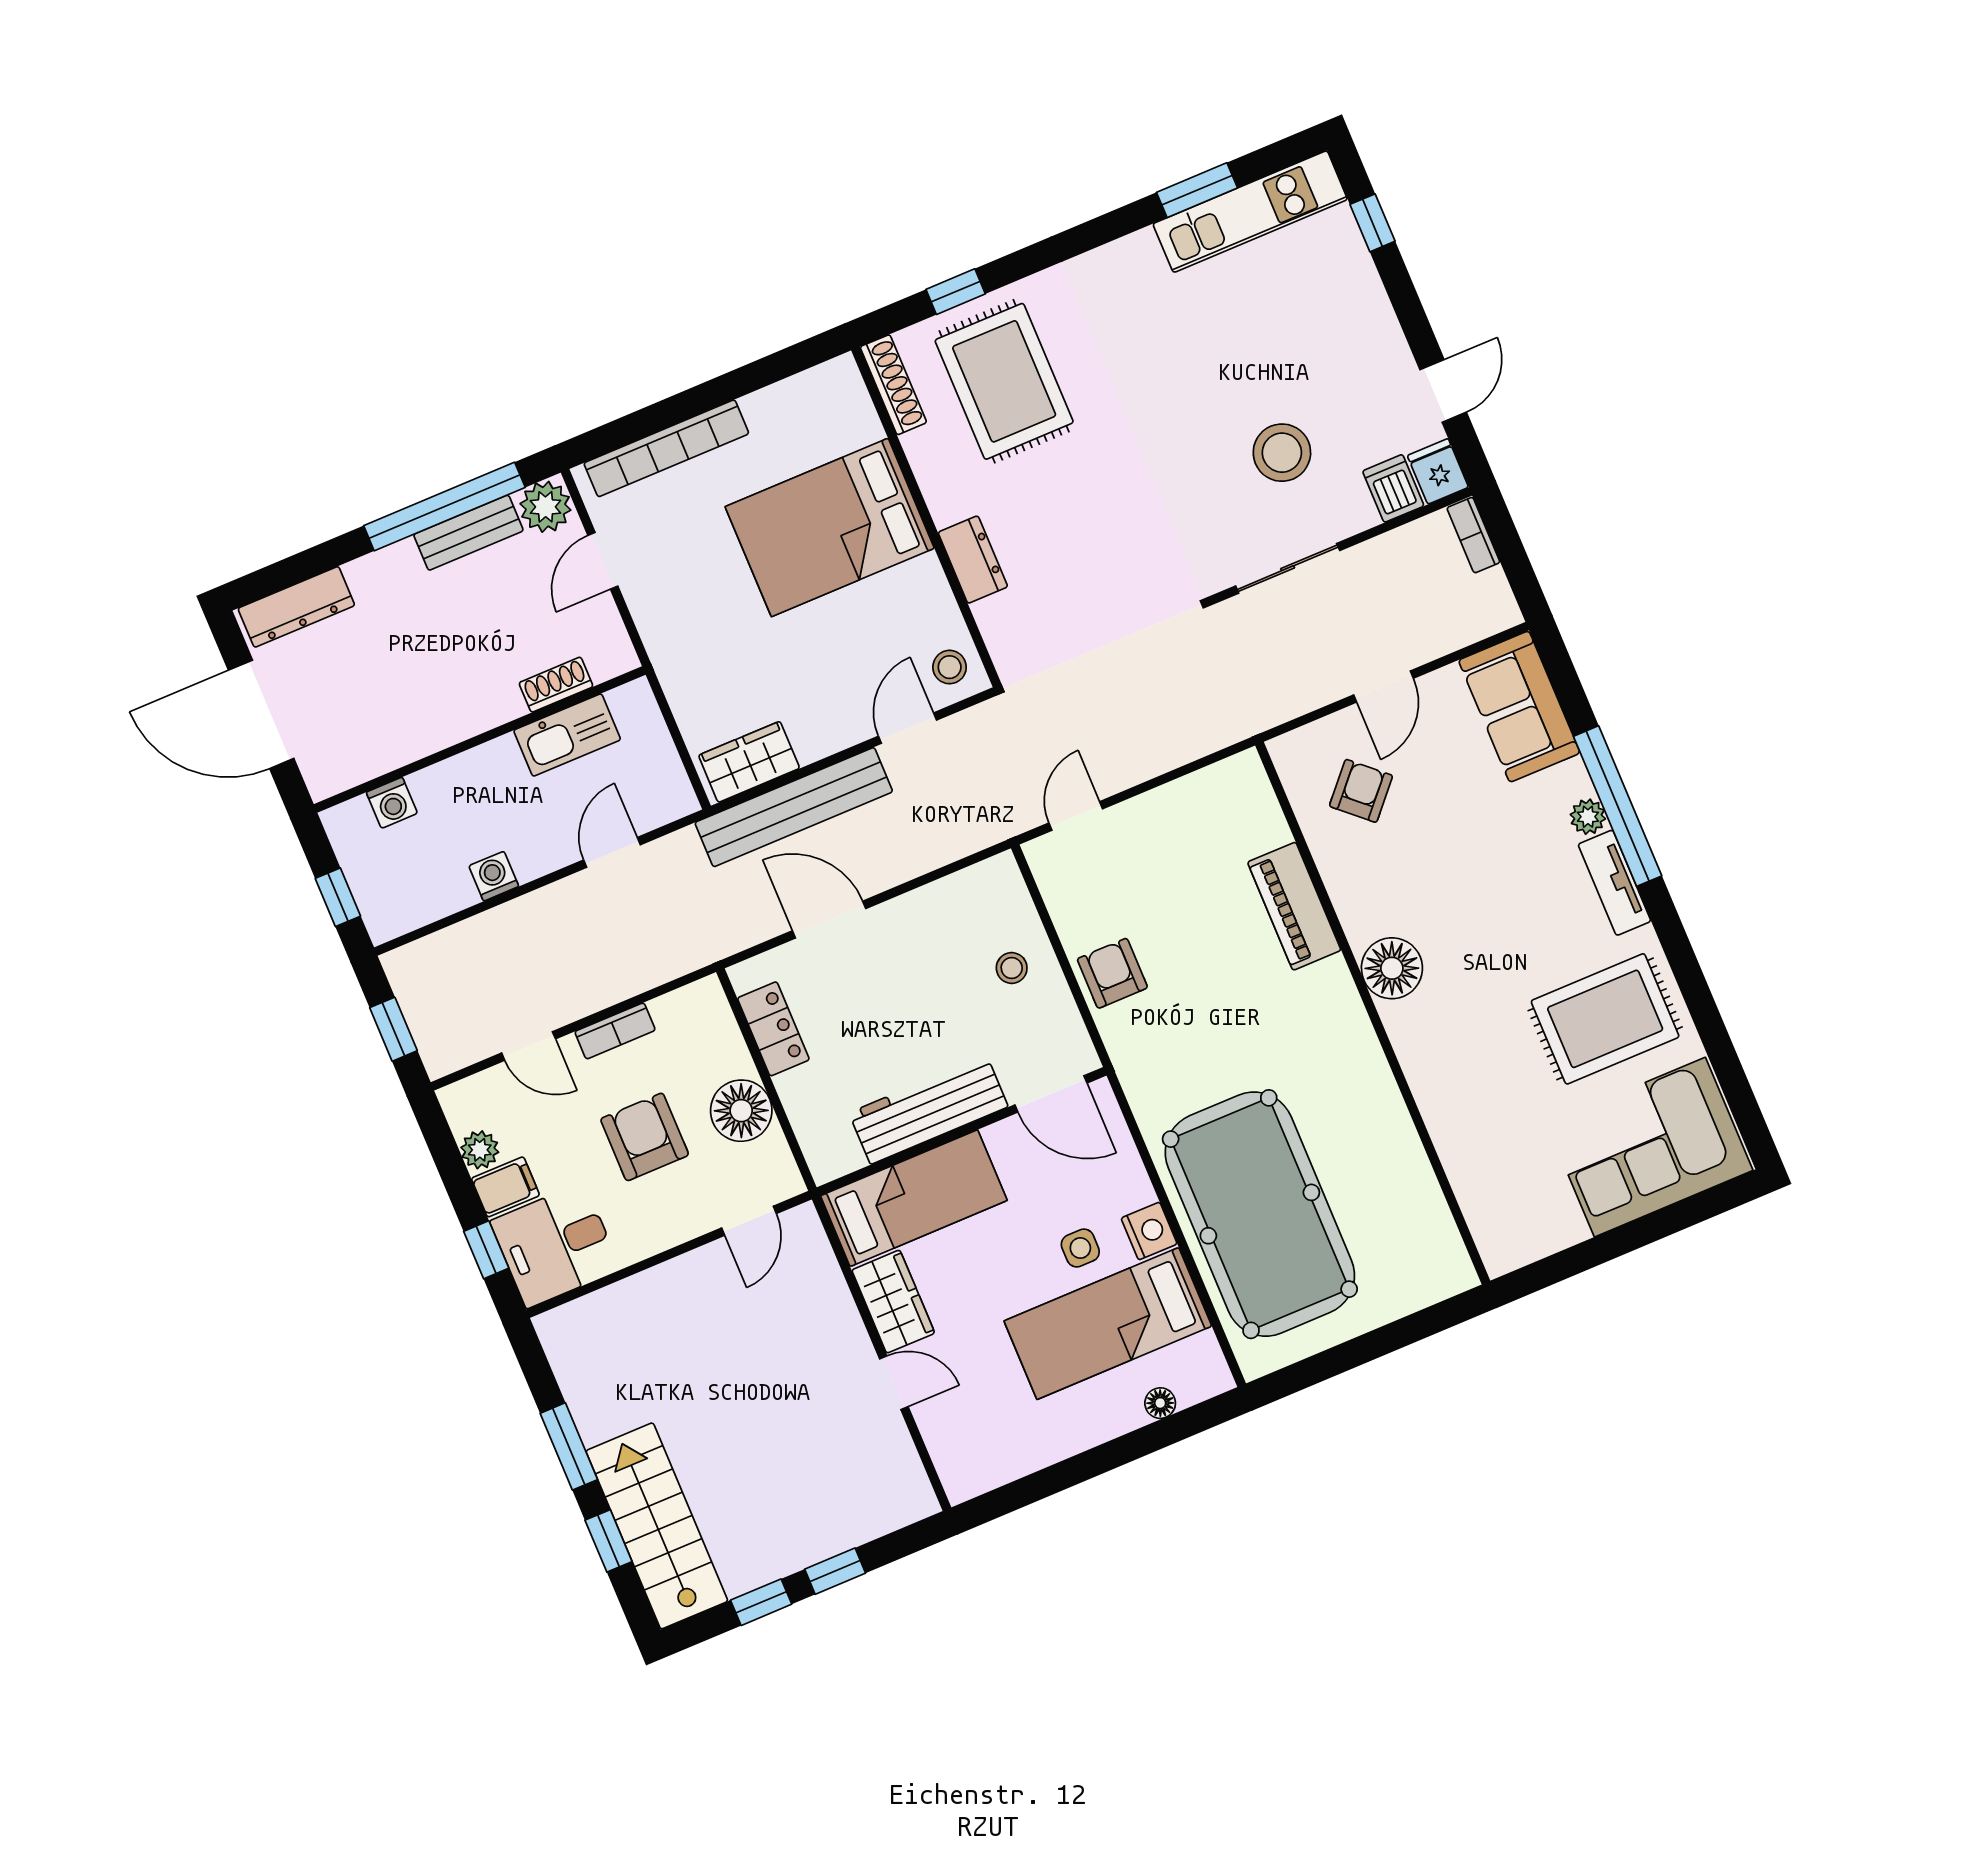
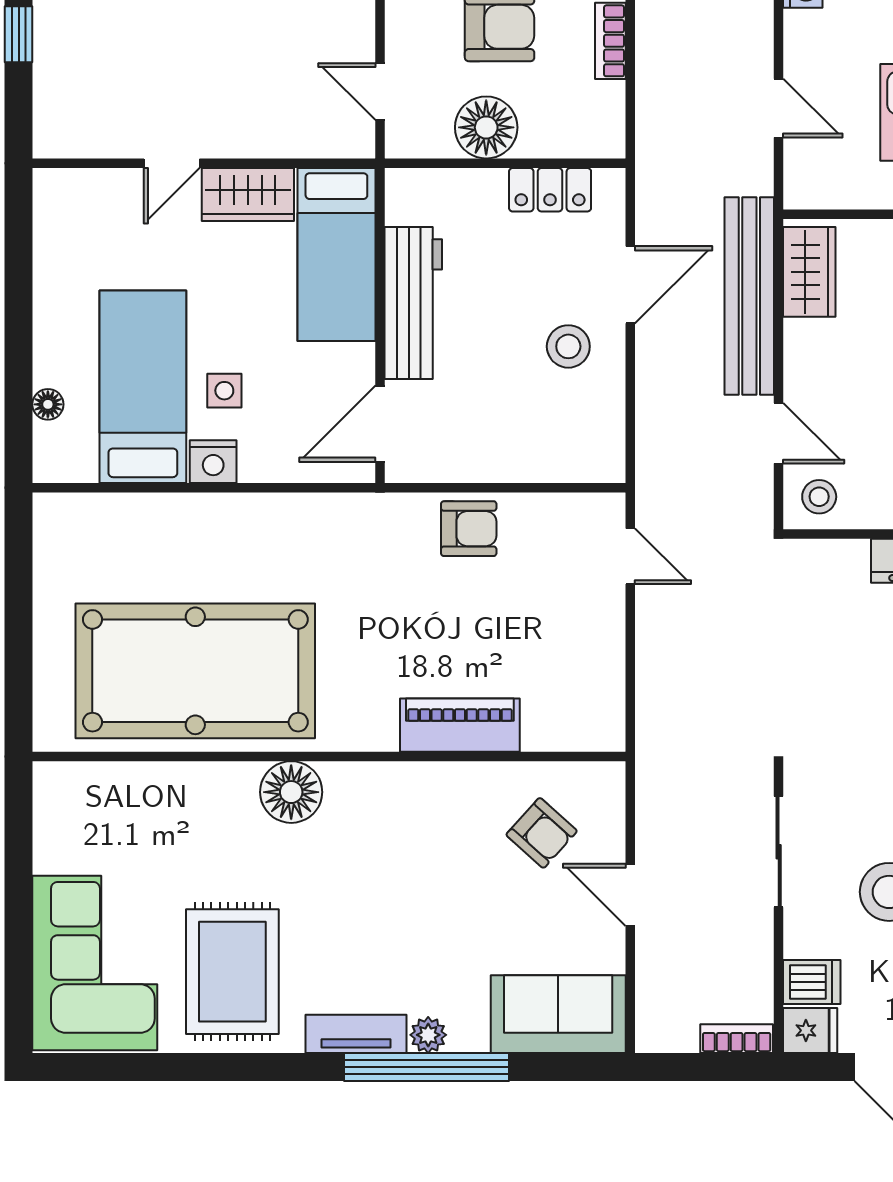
stool: (1012, 968) -> (568, 346), moved, width x1.37, depth x1.37
floor lamp: (1392, 968) -> (291, 792), moved
pool table: (1260, 1214) -> (195, 671), moved

